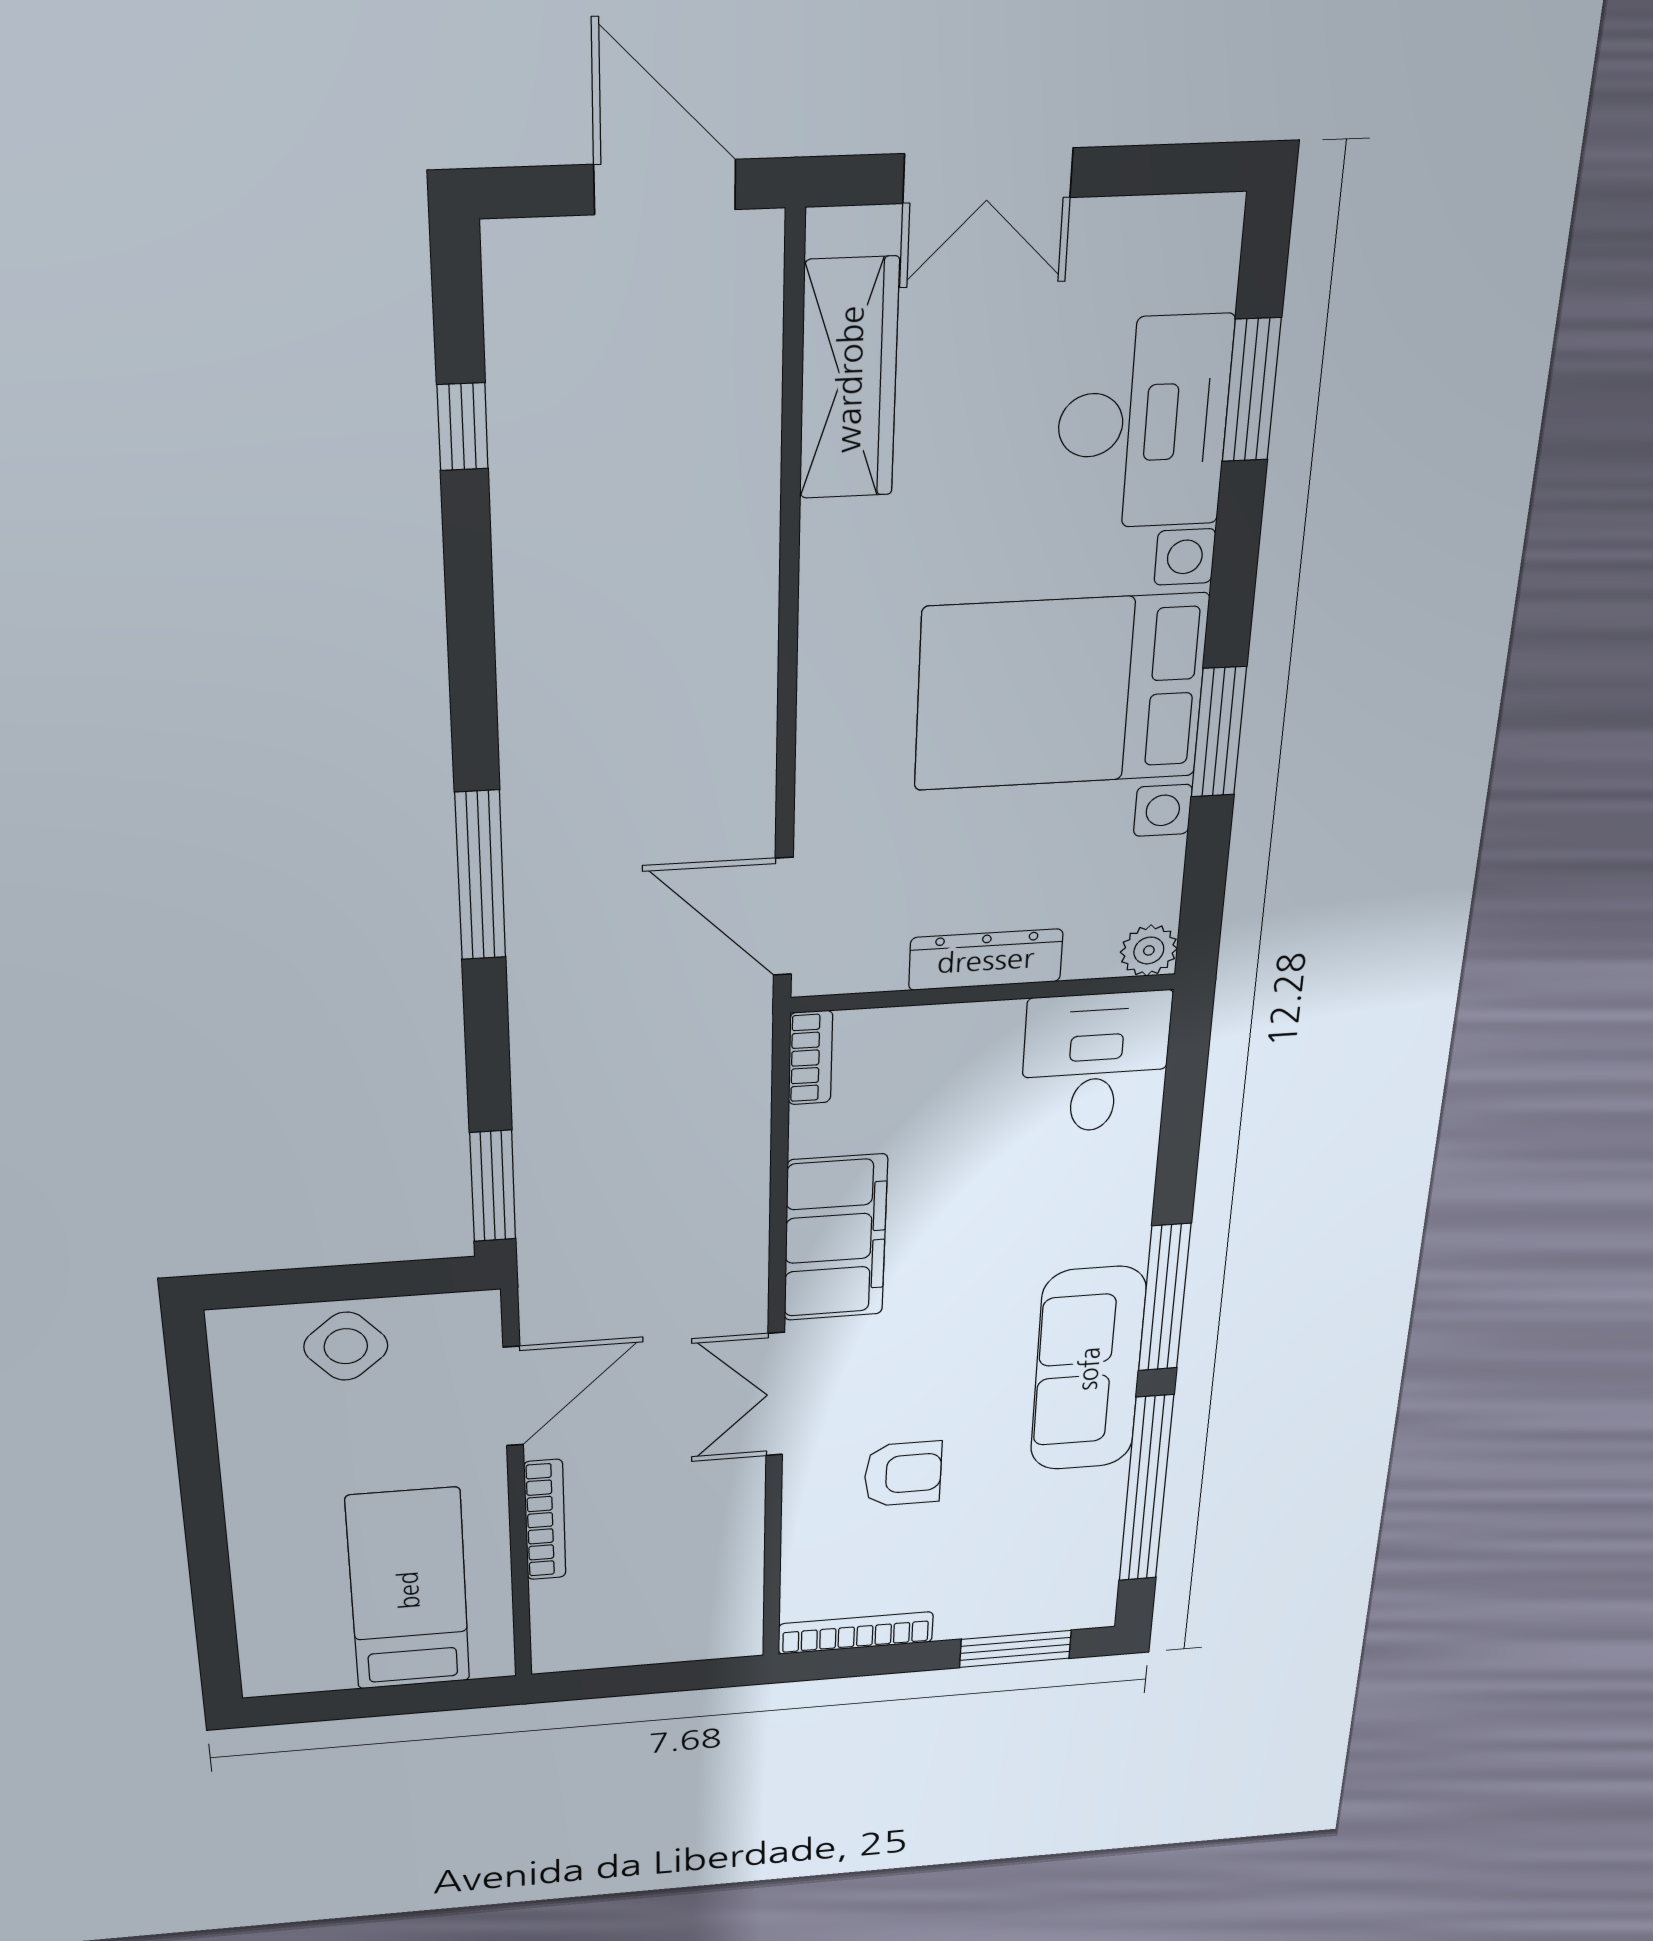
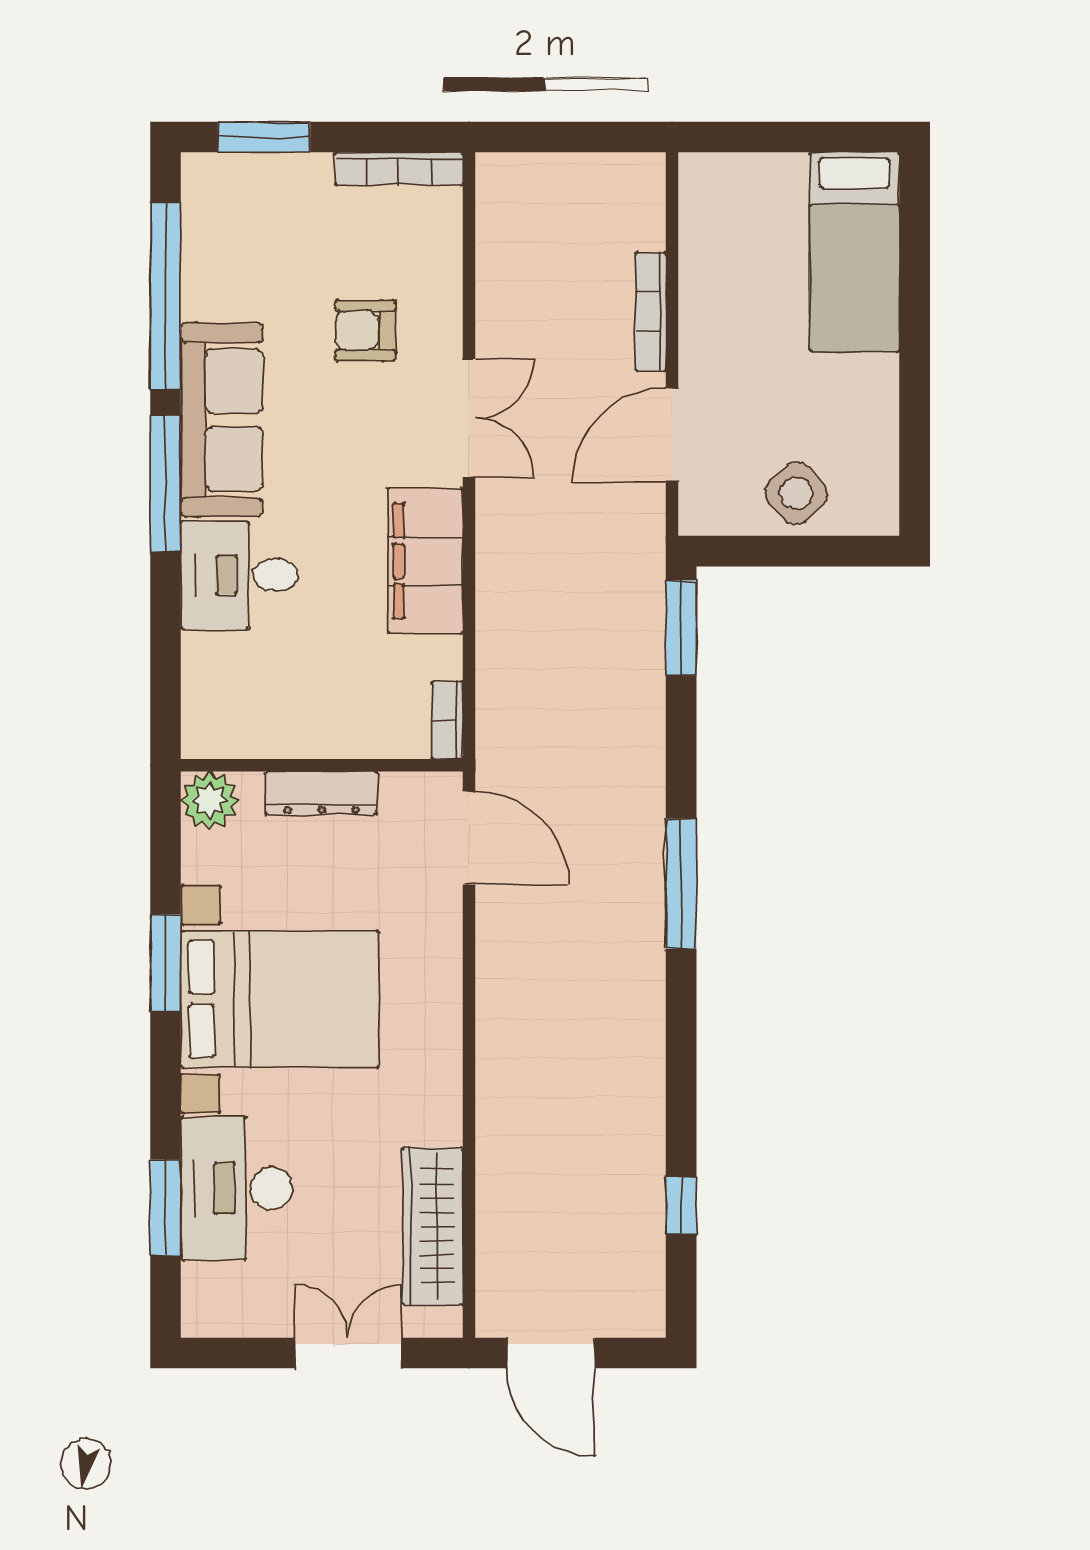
plant: (1149, 950) -> (210, 800), width x1.38, depth x1.38
desk: (1095, 1063) -> (239, 575), moved, turned 90
bed: (408, 1590) -> (854, 252), moved

